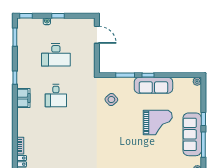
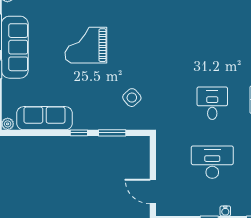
sofa: (153, 85) -> (44, 118), moved
grand piano: (158, 122) -> (86, 45), moved

